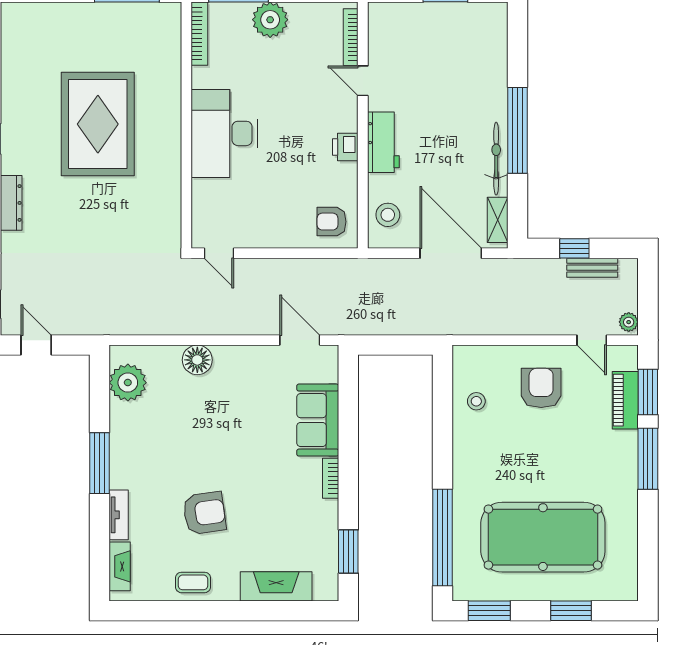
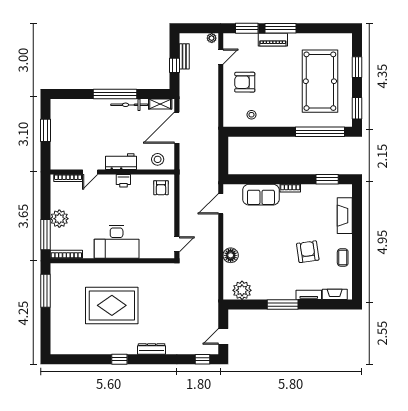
piano: (625, 400) -> (273, 40), moved

